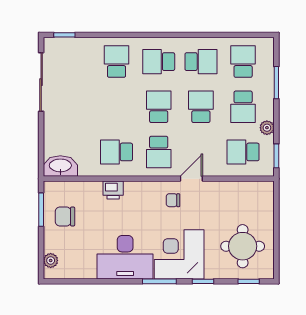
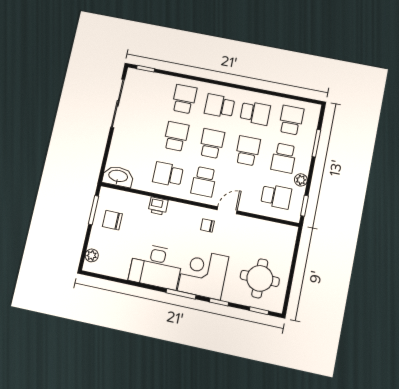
school desk: (116, 107) -> (176, 136), added
school desk: (243, 152) -> (276, 196), turned 180

